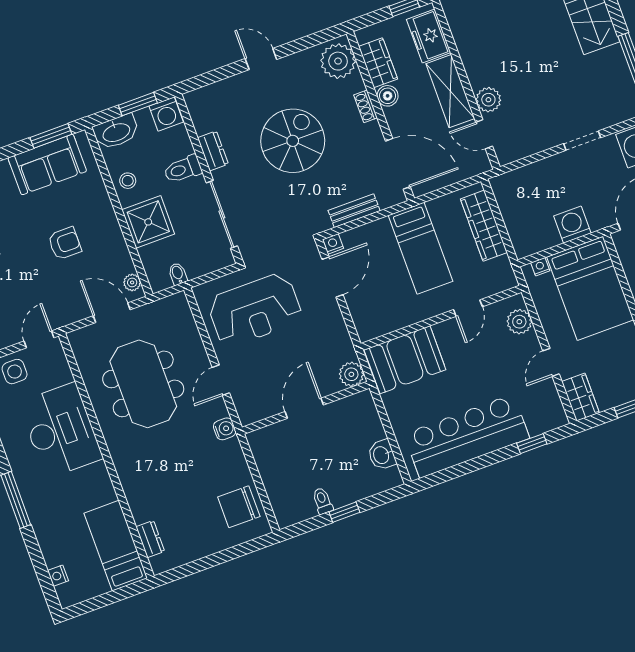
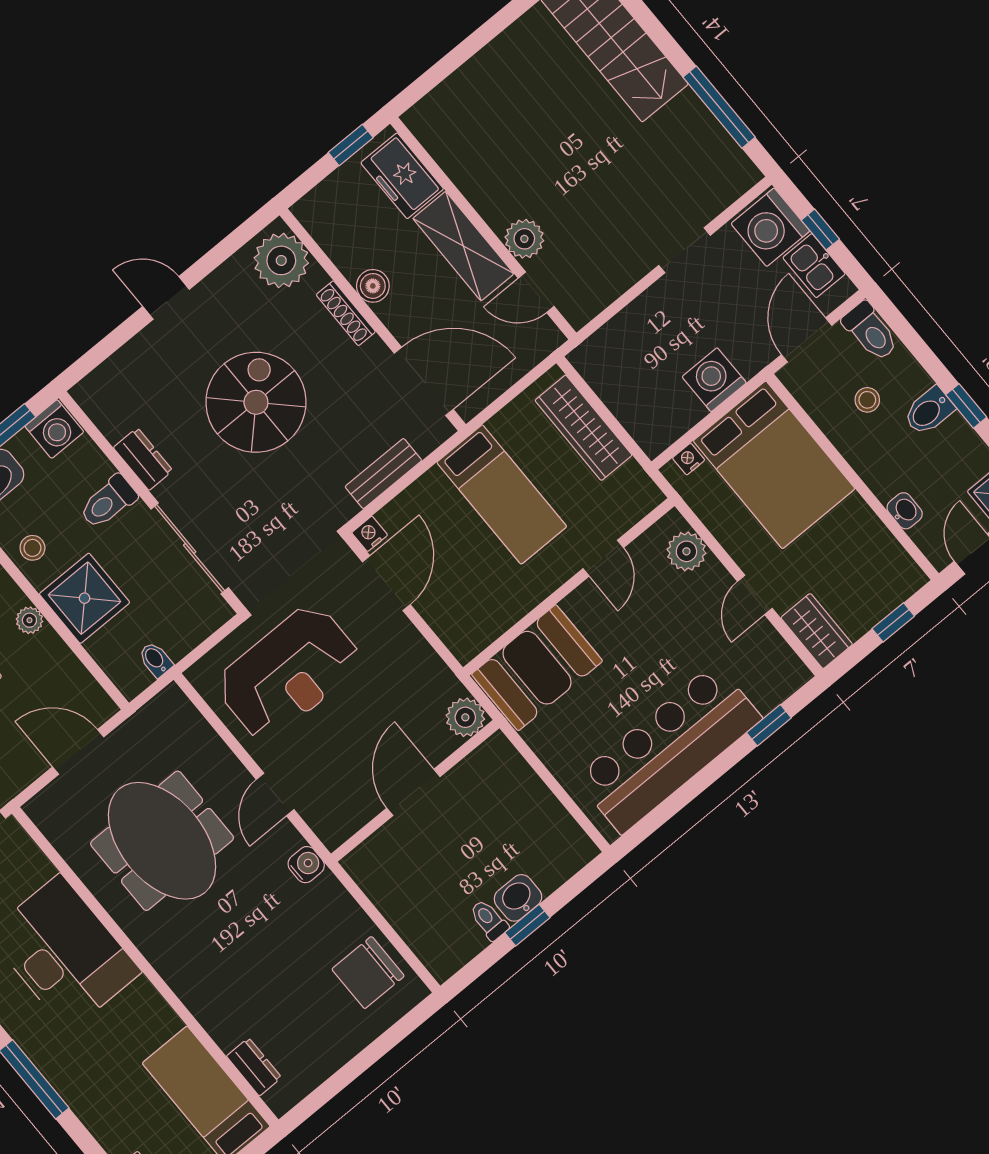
wardrobe: (378, 63) -> (341, 242), removed
shoe rack: (366, 106) -> (346, 313), width x1.43
plant: (132, 282) -> (29, 620), moved
washbasin: (382, 455) -> (518, 898), moved, turned 90

